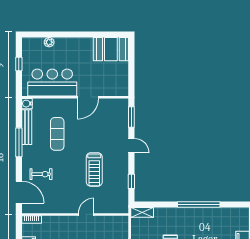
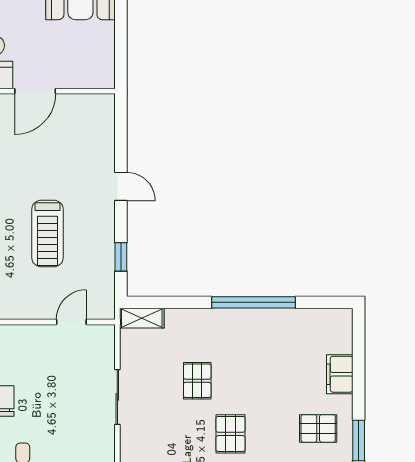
window: (131, 117) -> (121, 130), removed
door: (86, 214) -> (71, 322), moved

